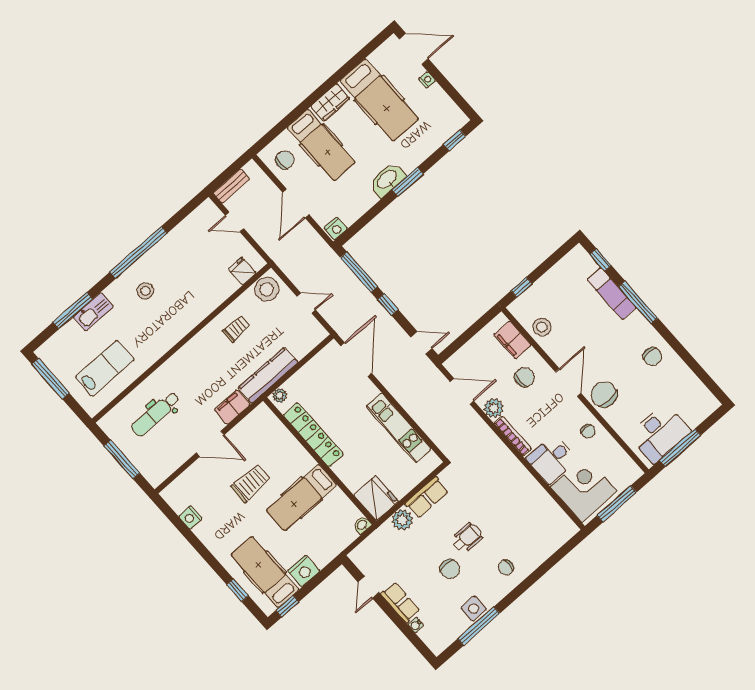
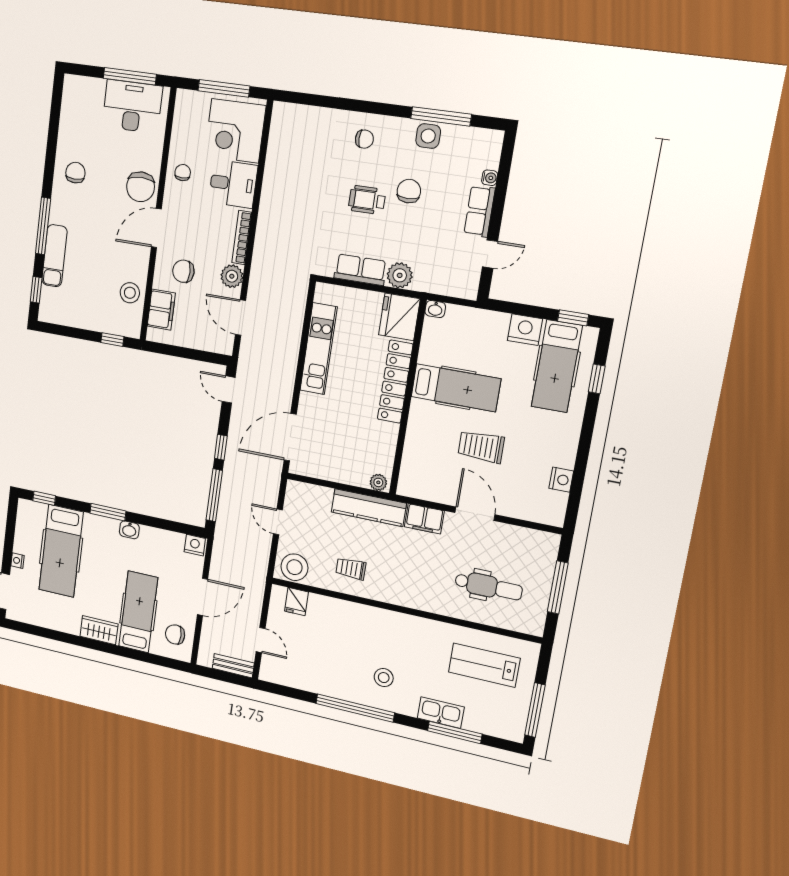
hospital bed: (379, 100) -> (61, 551), moved, turned 180
washbasin: (387, 180) -> (129, 530), width x0.52, depth x0.69
locker: (313, 435) -> (395, 382), moved

